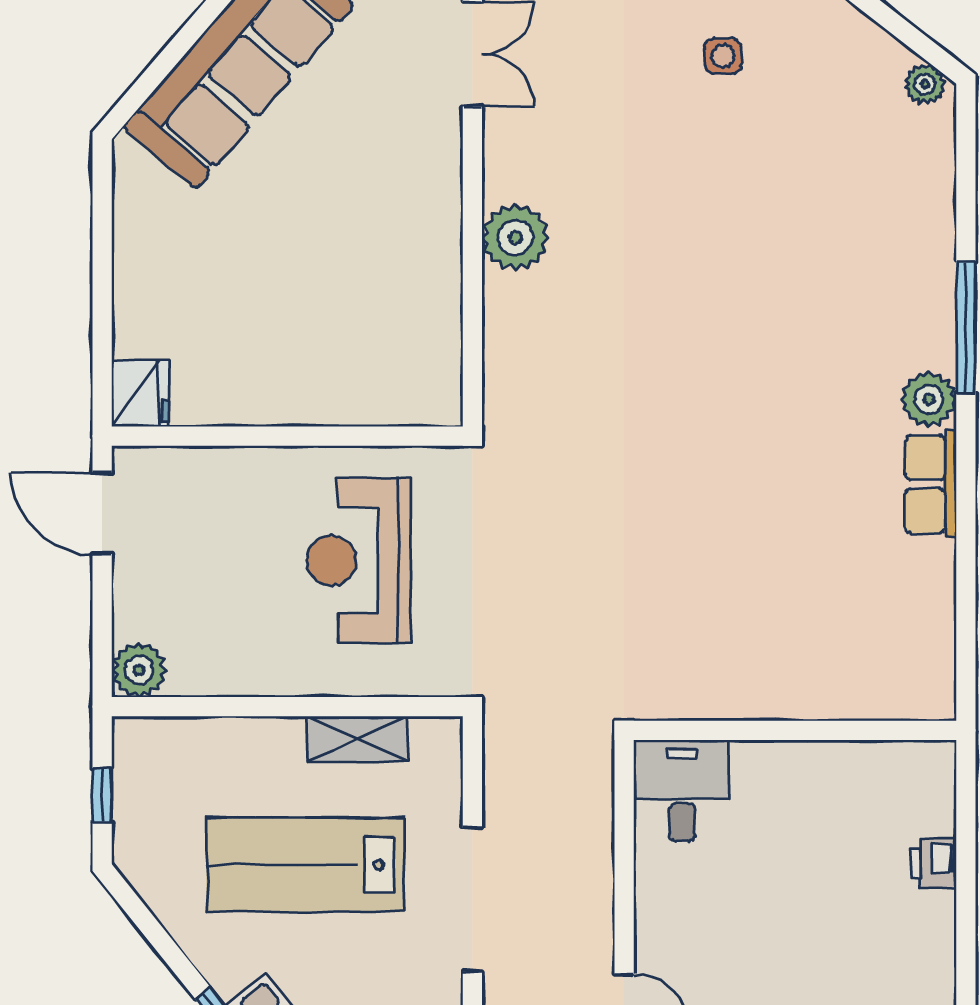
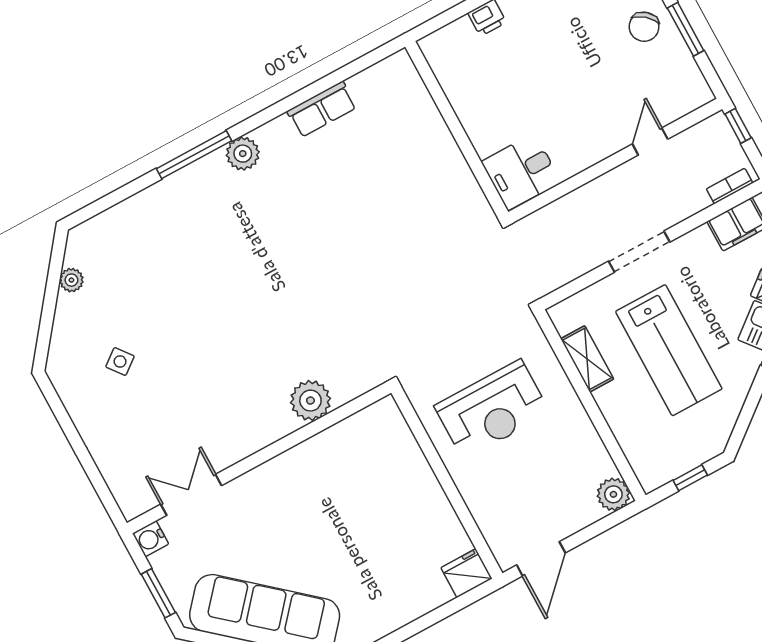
side table: (723, 56) -> (120, 361), turned -38
plant: (925, 84) -> (71, 280), moved
plant: (515, 238) -> (310, 401), moved
row of seats: (931, 484) -> (322, 109), moved
doorway: (472, 900) -> (639, 252), width x0.73

